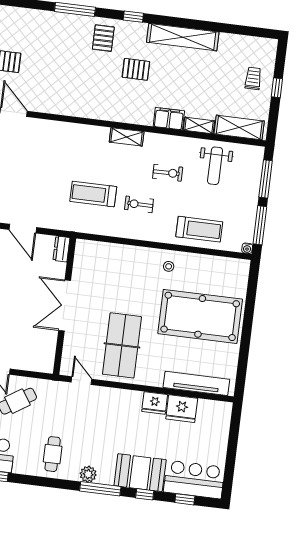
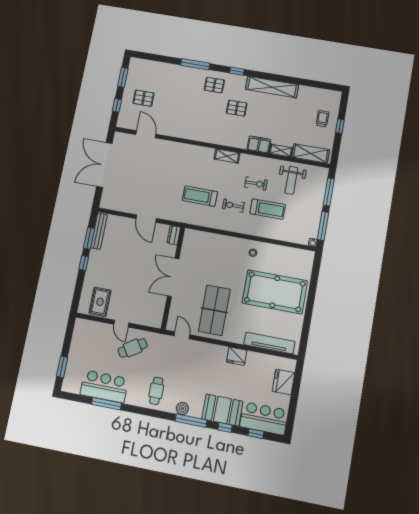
pallet: (103, 38) -> (214, 85), turned 90
treadmill: (199, 229) -> (268, 209), moved
fridge: (182, 409) -> (283, 382), moved, turned 90

